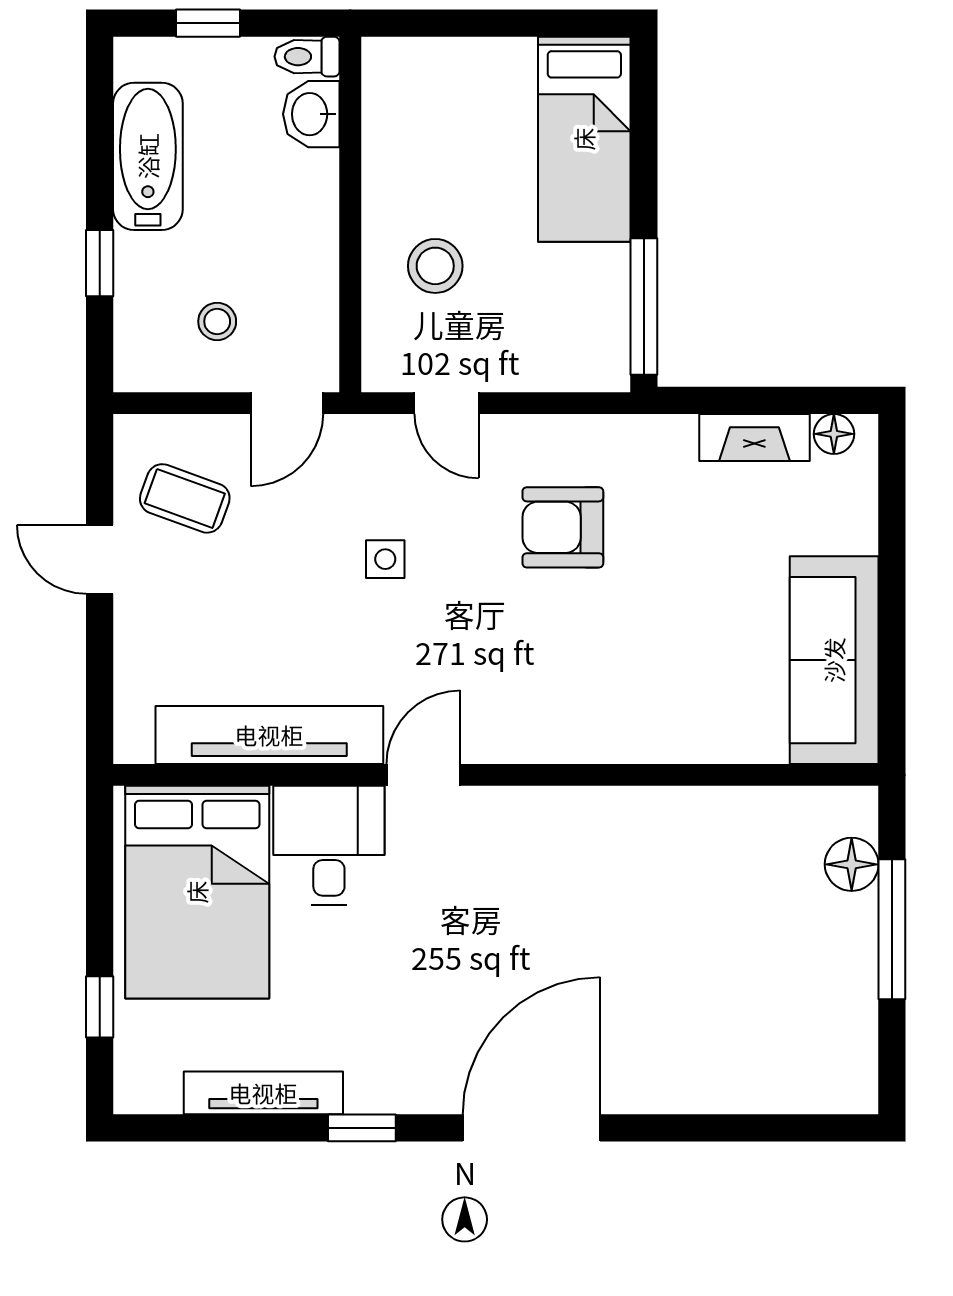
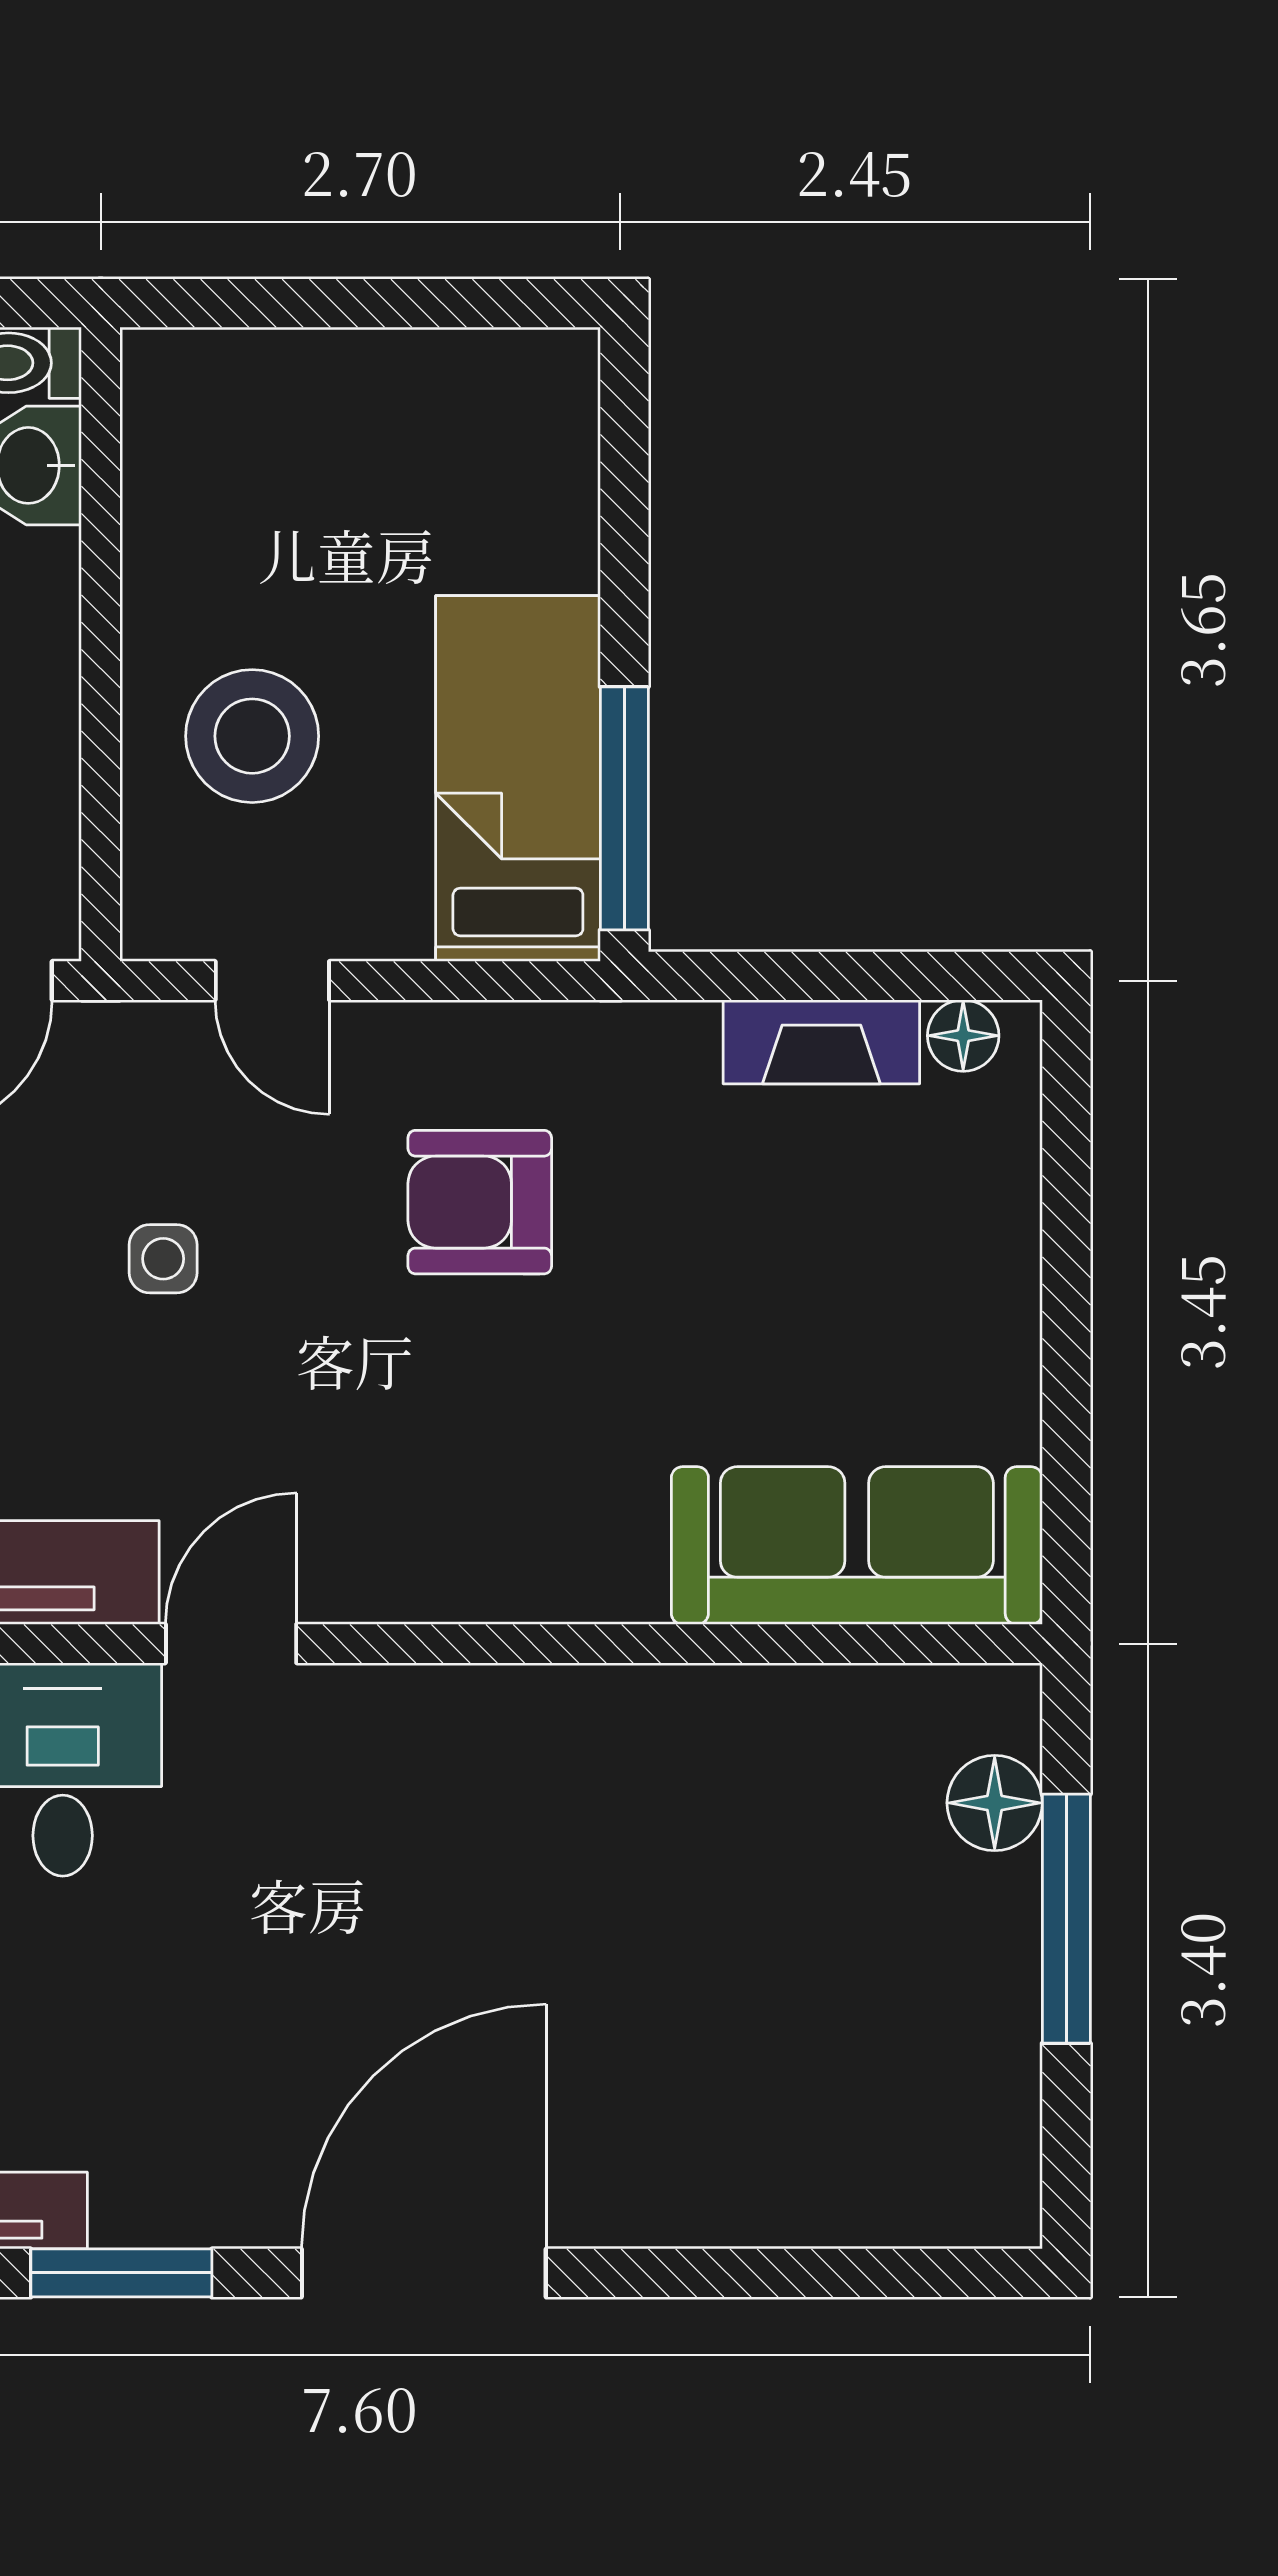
bed: (584, 139) -> (518, 778), moved, turned 180
stool: (435, 266) -> (252, 736), width x1.38, depth x1.38
sofa: (834, 660) -> (857, 1546), moved, turned 90
window: (362, 1128) -> (121, 2273), width x1.50

